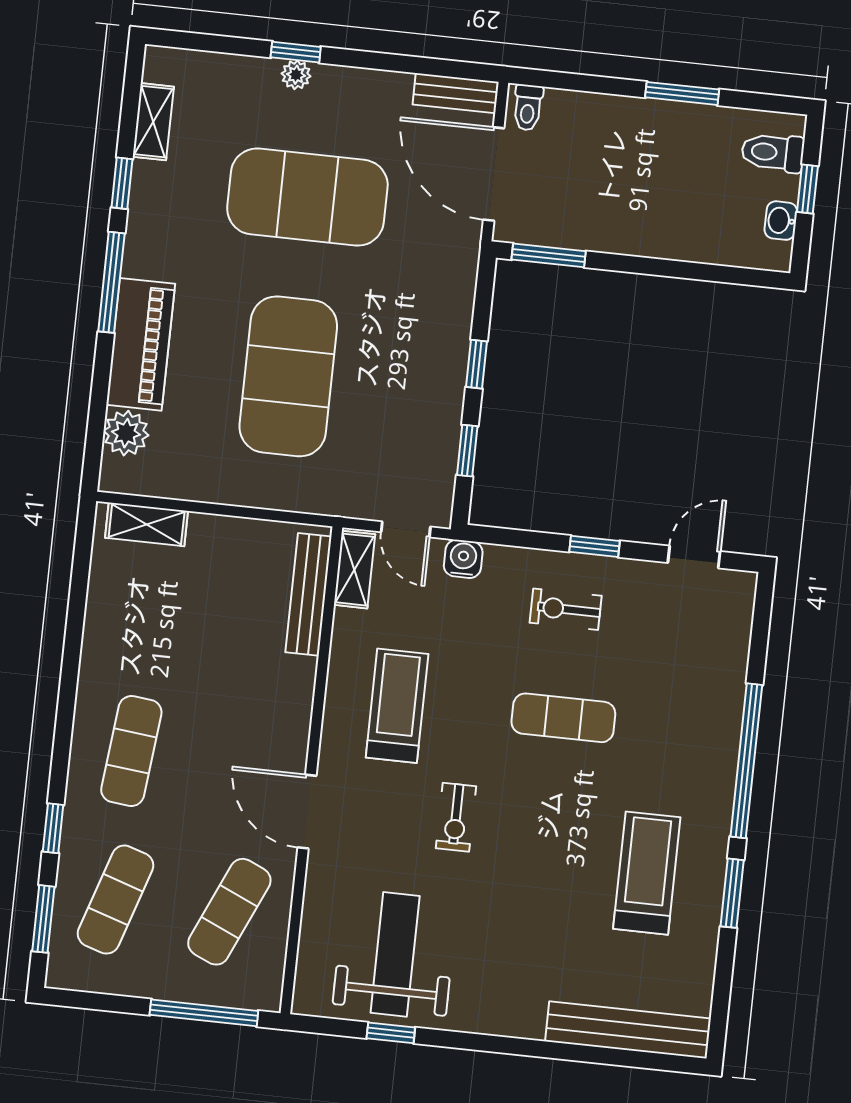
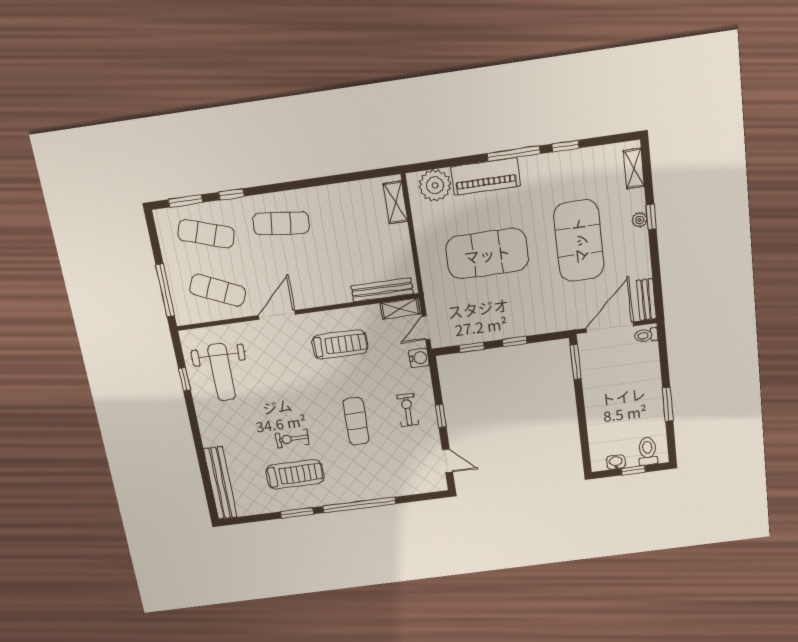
shelving: (153, 122) -> (634, 169), moved, turned 90
plant: (126, 433) -> (435, 185), width x1.36, depth x1.36
exercise bike: (456, 817) -> (292, 439), moved
weight bench: (395, 954) -> (222, 372), turned 90

